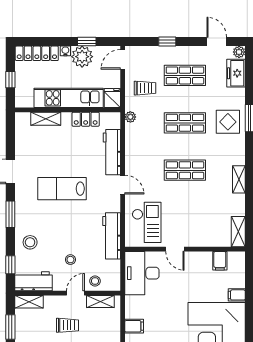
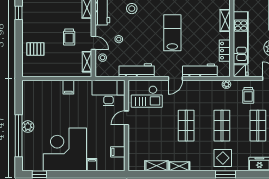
shelving: (238, 232) -> (156, 166), moved

